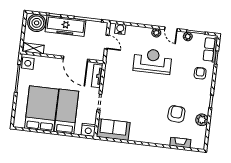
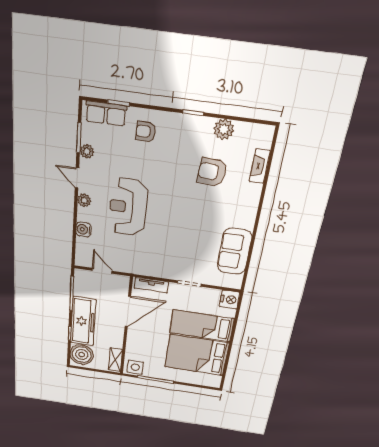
water cooler: (120, 29) -> (84, 229), moved
door: (171, 29) -> (77, 178), swing flipped
door: (107, 42) -> (102, 271), hinge flipped
sofa: (113, 130) -> (234, 251), moved

